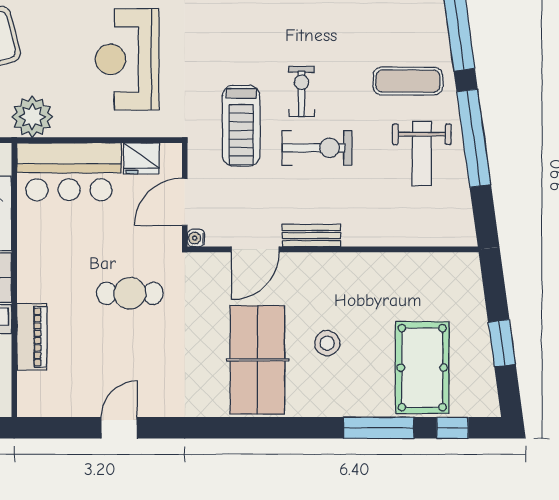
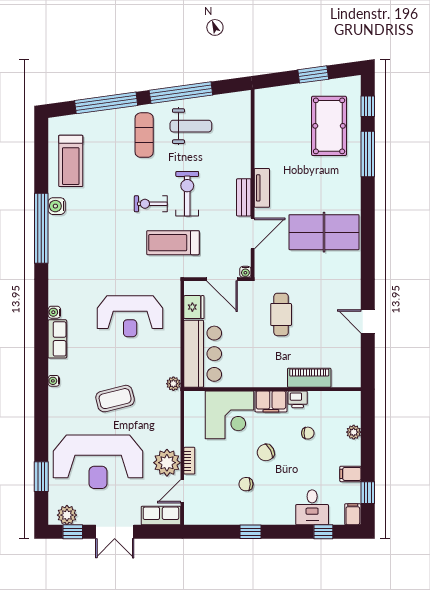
plant: (32, 117) -> (173, 384), width x0.53, depth x0.53
treadmill: (241, 126) -> (173, 243), turned 180
door: (255, 249) -> (253, 234), hinge flipped
tv unit: (326, 264) -> (262, 188), added
stool: (327, 343) -> (313, 187), removed
pool table: (422, 368) -> (329, 126), turned 90

